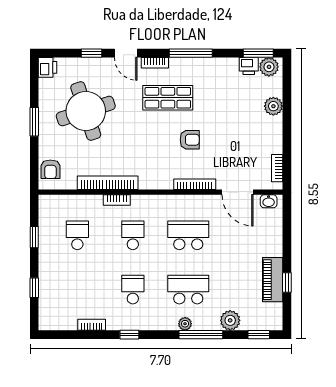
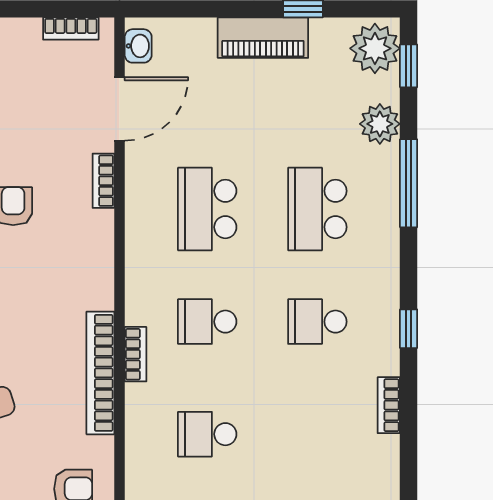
bookcase: (195, 184) -> (103, 181), width x0.64
piano: (273, 280) -> (263, 38), moved
plant: (185, 324) -> (375, 48), moved, width x1.88, depth x1.88

